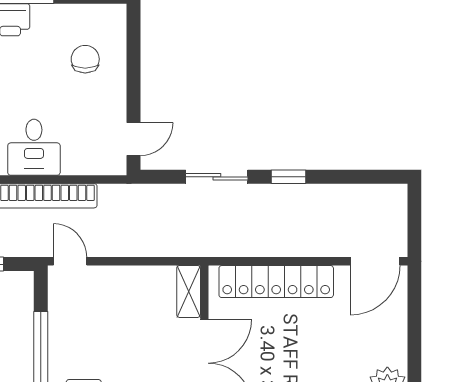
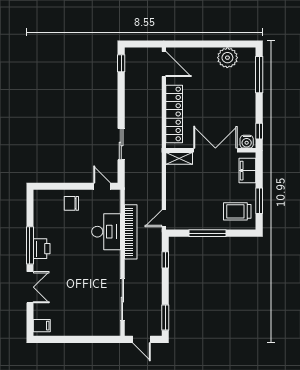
chair: (85, 59) -> (71, 203), moved
desk: (34, 147) -> (106, 232), width x1.37
window: (288, 177) -> (121, 63), moved

